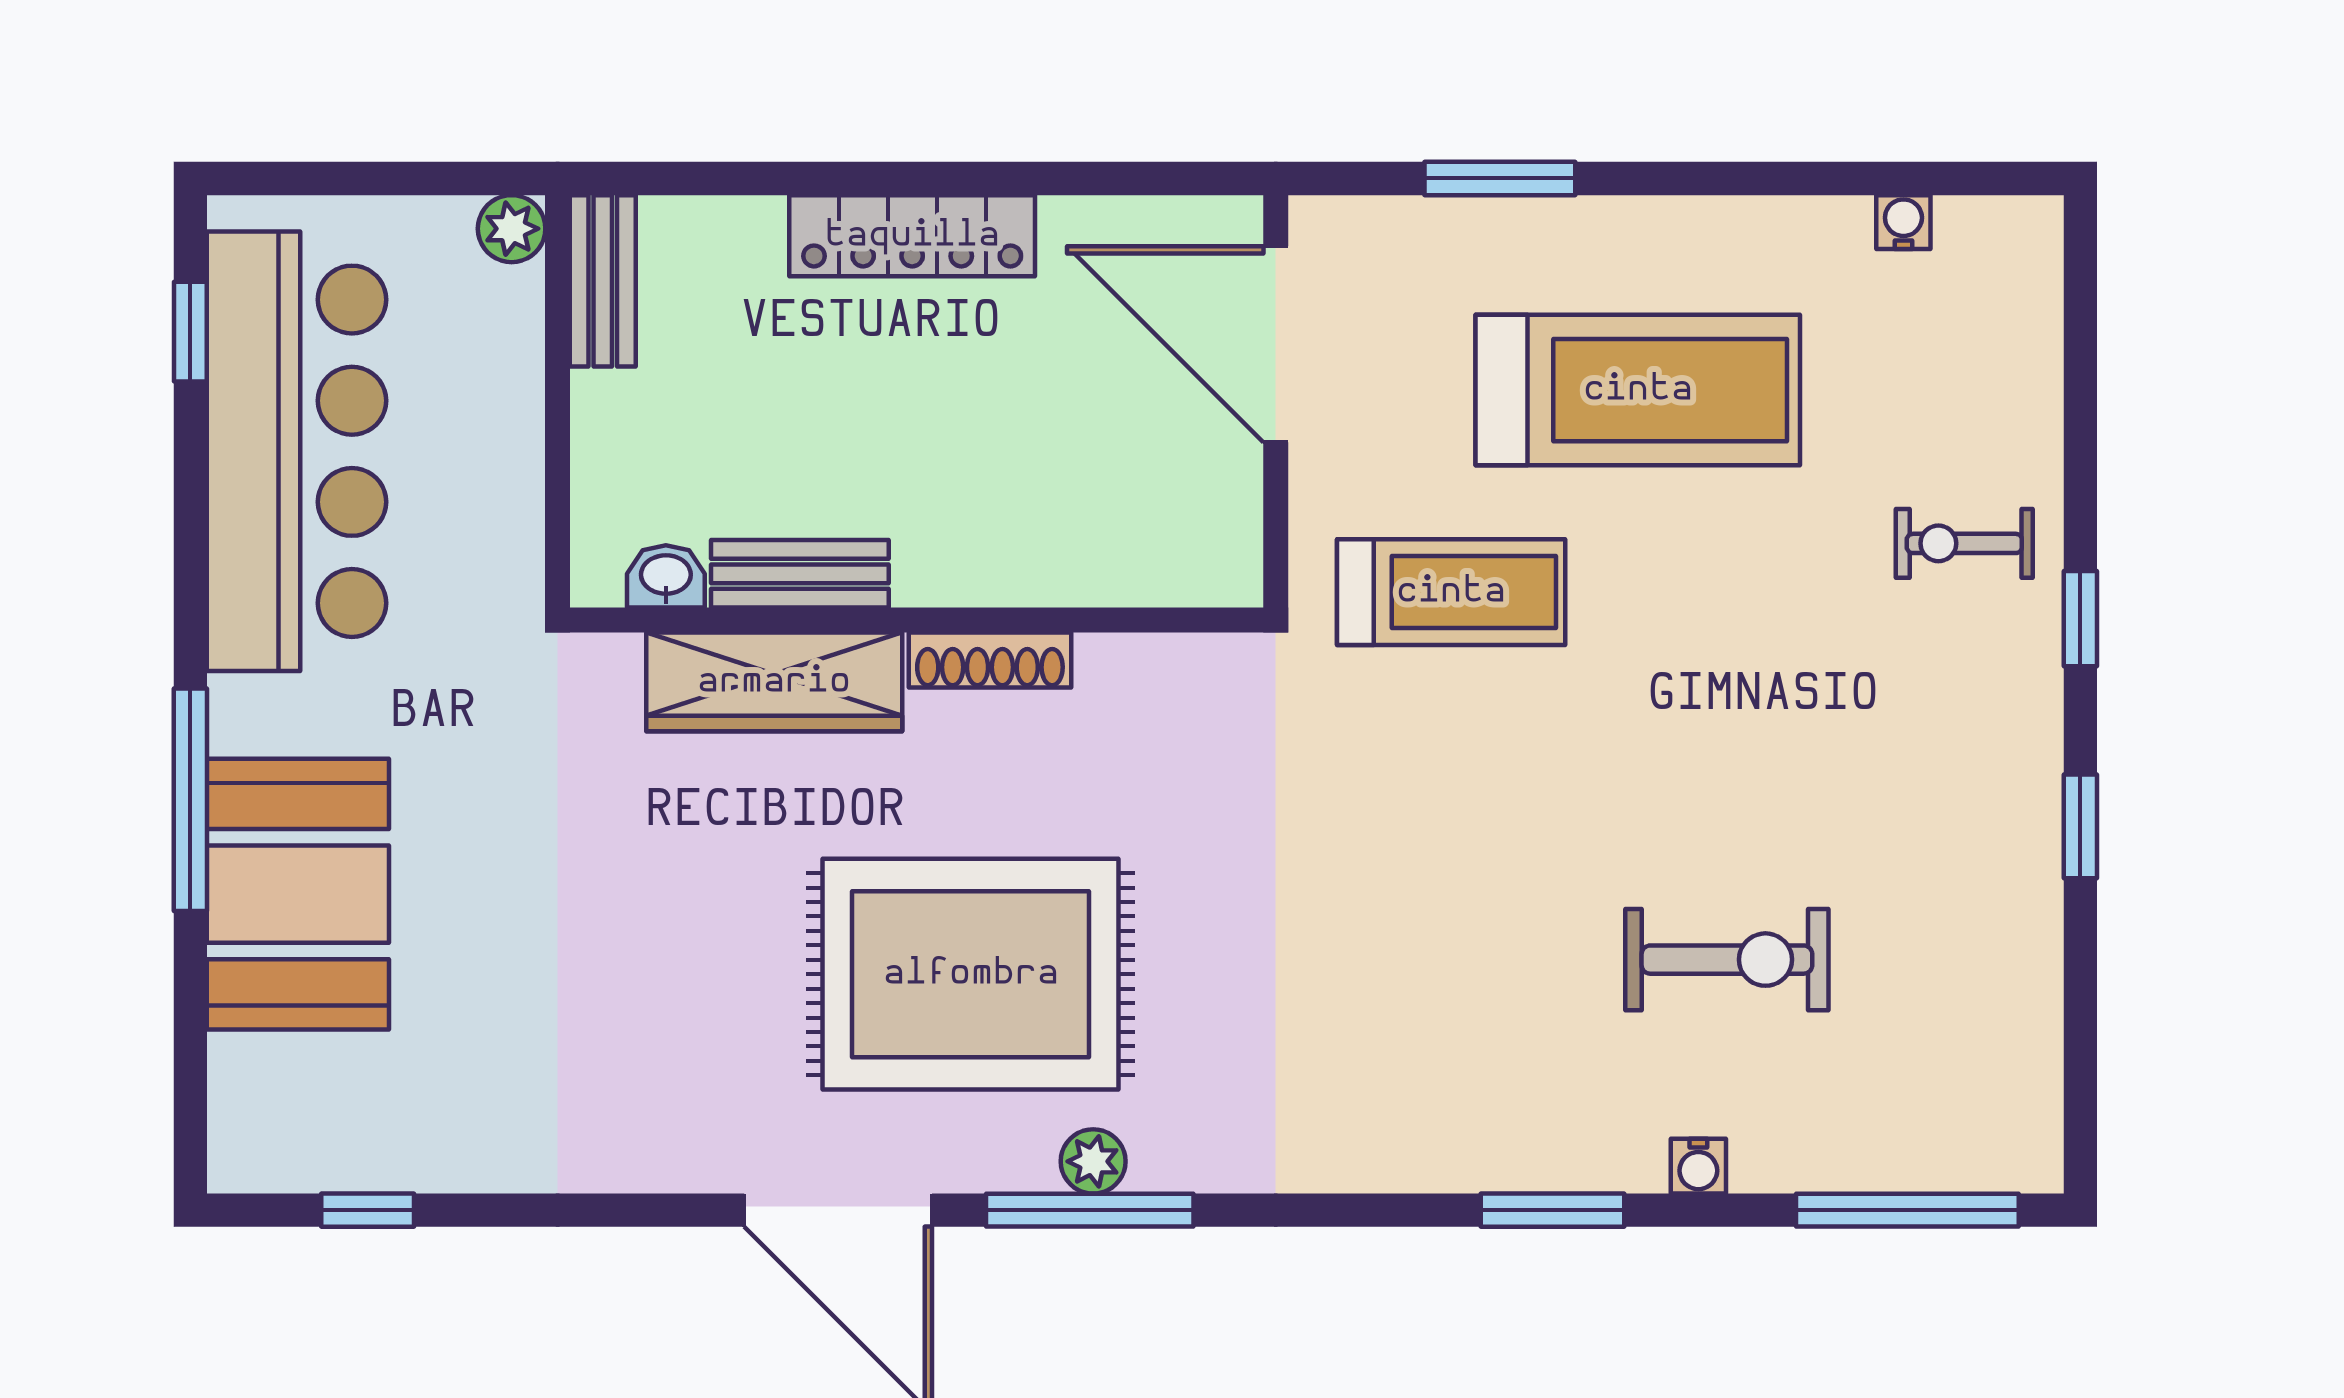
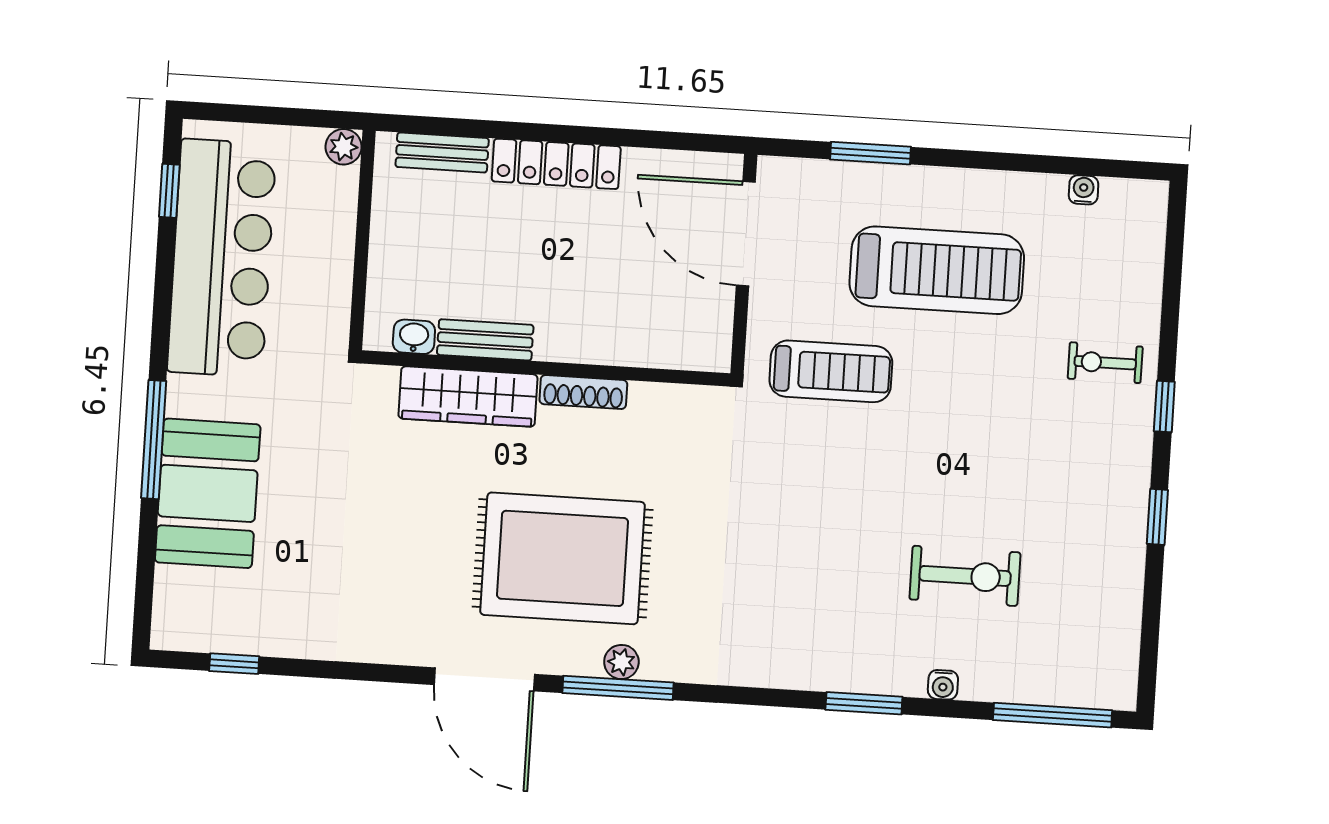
bench: (603, 281) -> (442, 152), moved, turned 90

